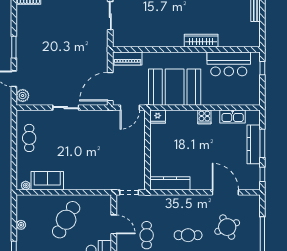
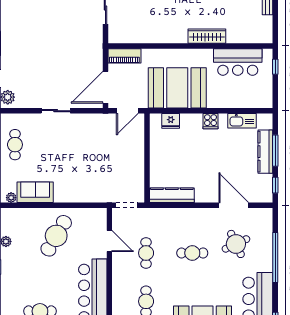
fridge: (158, 117) -> (171, 121), moved

